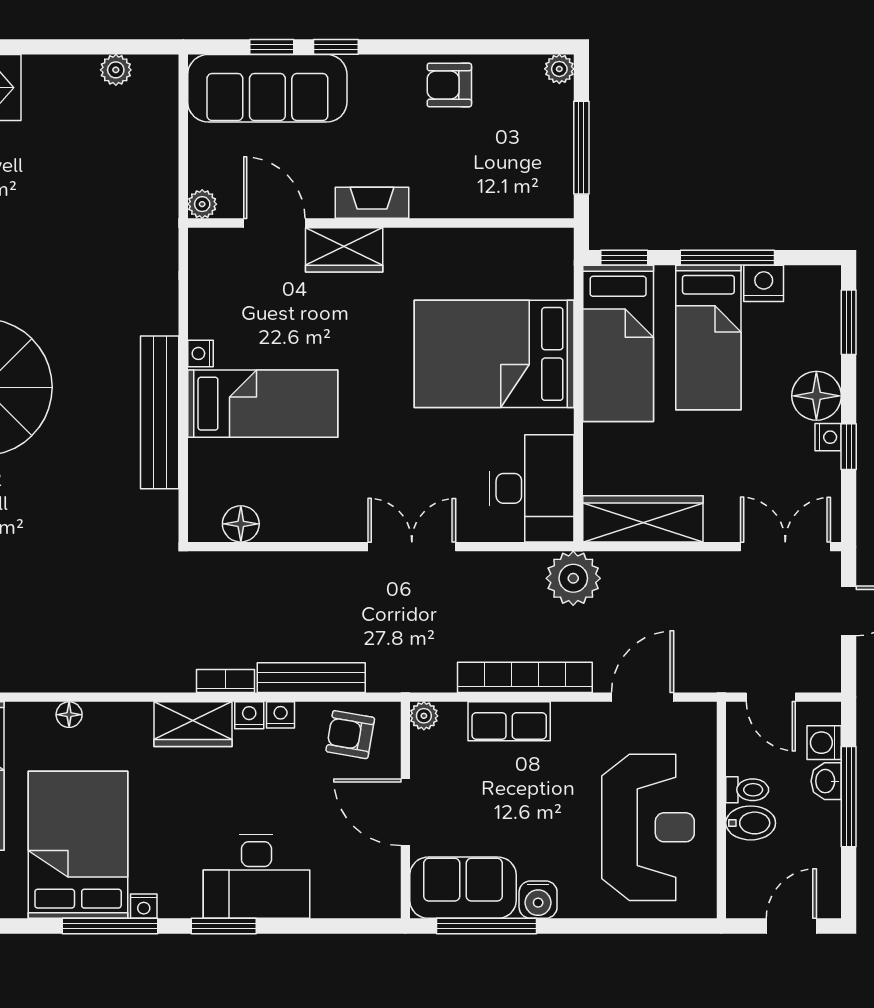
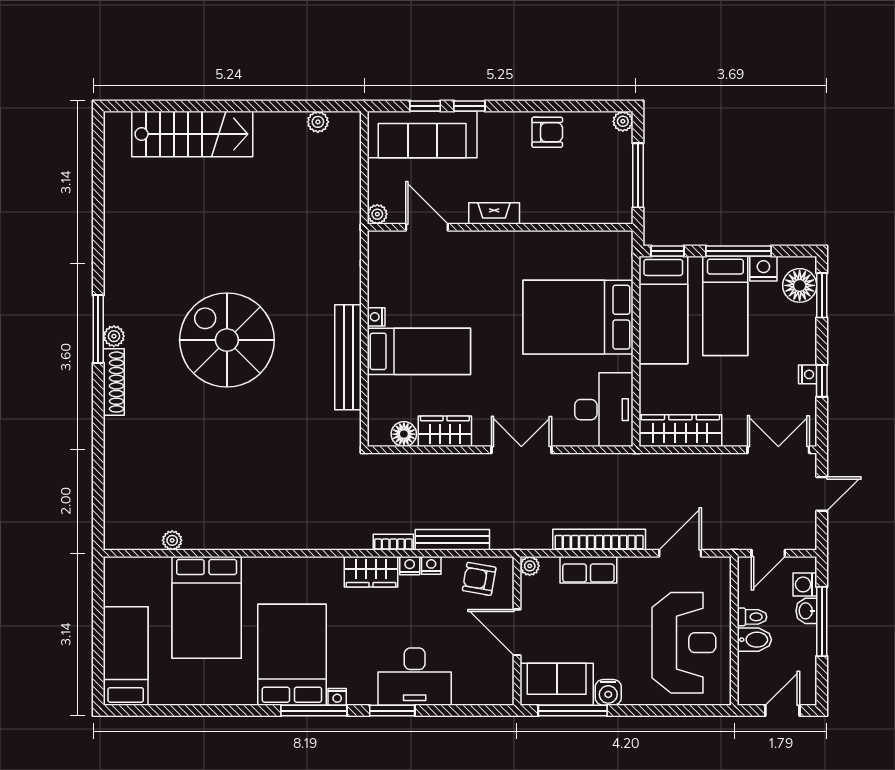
armchair: (449, 85) -> (547, 132), turned 180
wardrobe: (344, 250) -> (445, 431), moved, turned 180
floor lamp: (816, 396) -> (800, 285), moved
plant: (573, 578) -> (632, 471), removed
door: (771, 697) -> (768, 553), hinge flipped
floor lamp: (69, 715) -> (286, 565), removed

